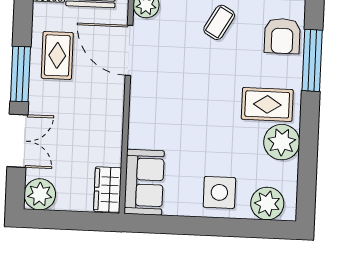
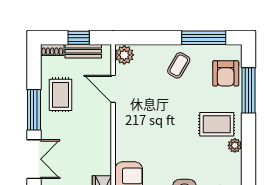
door: (129, 50) -> (113, 89), width x0.73
plant: (282, 142) -> (235, 145), width x0.53, depth x0.53

